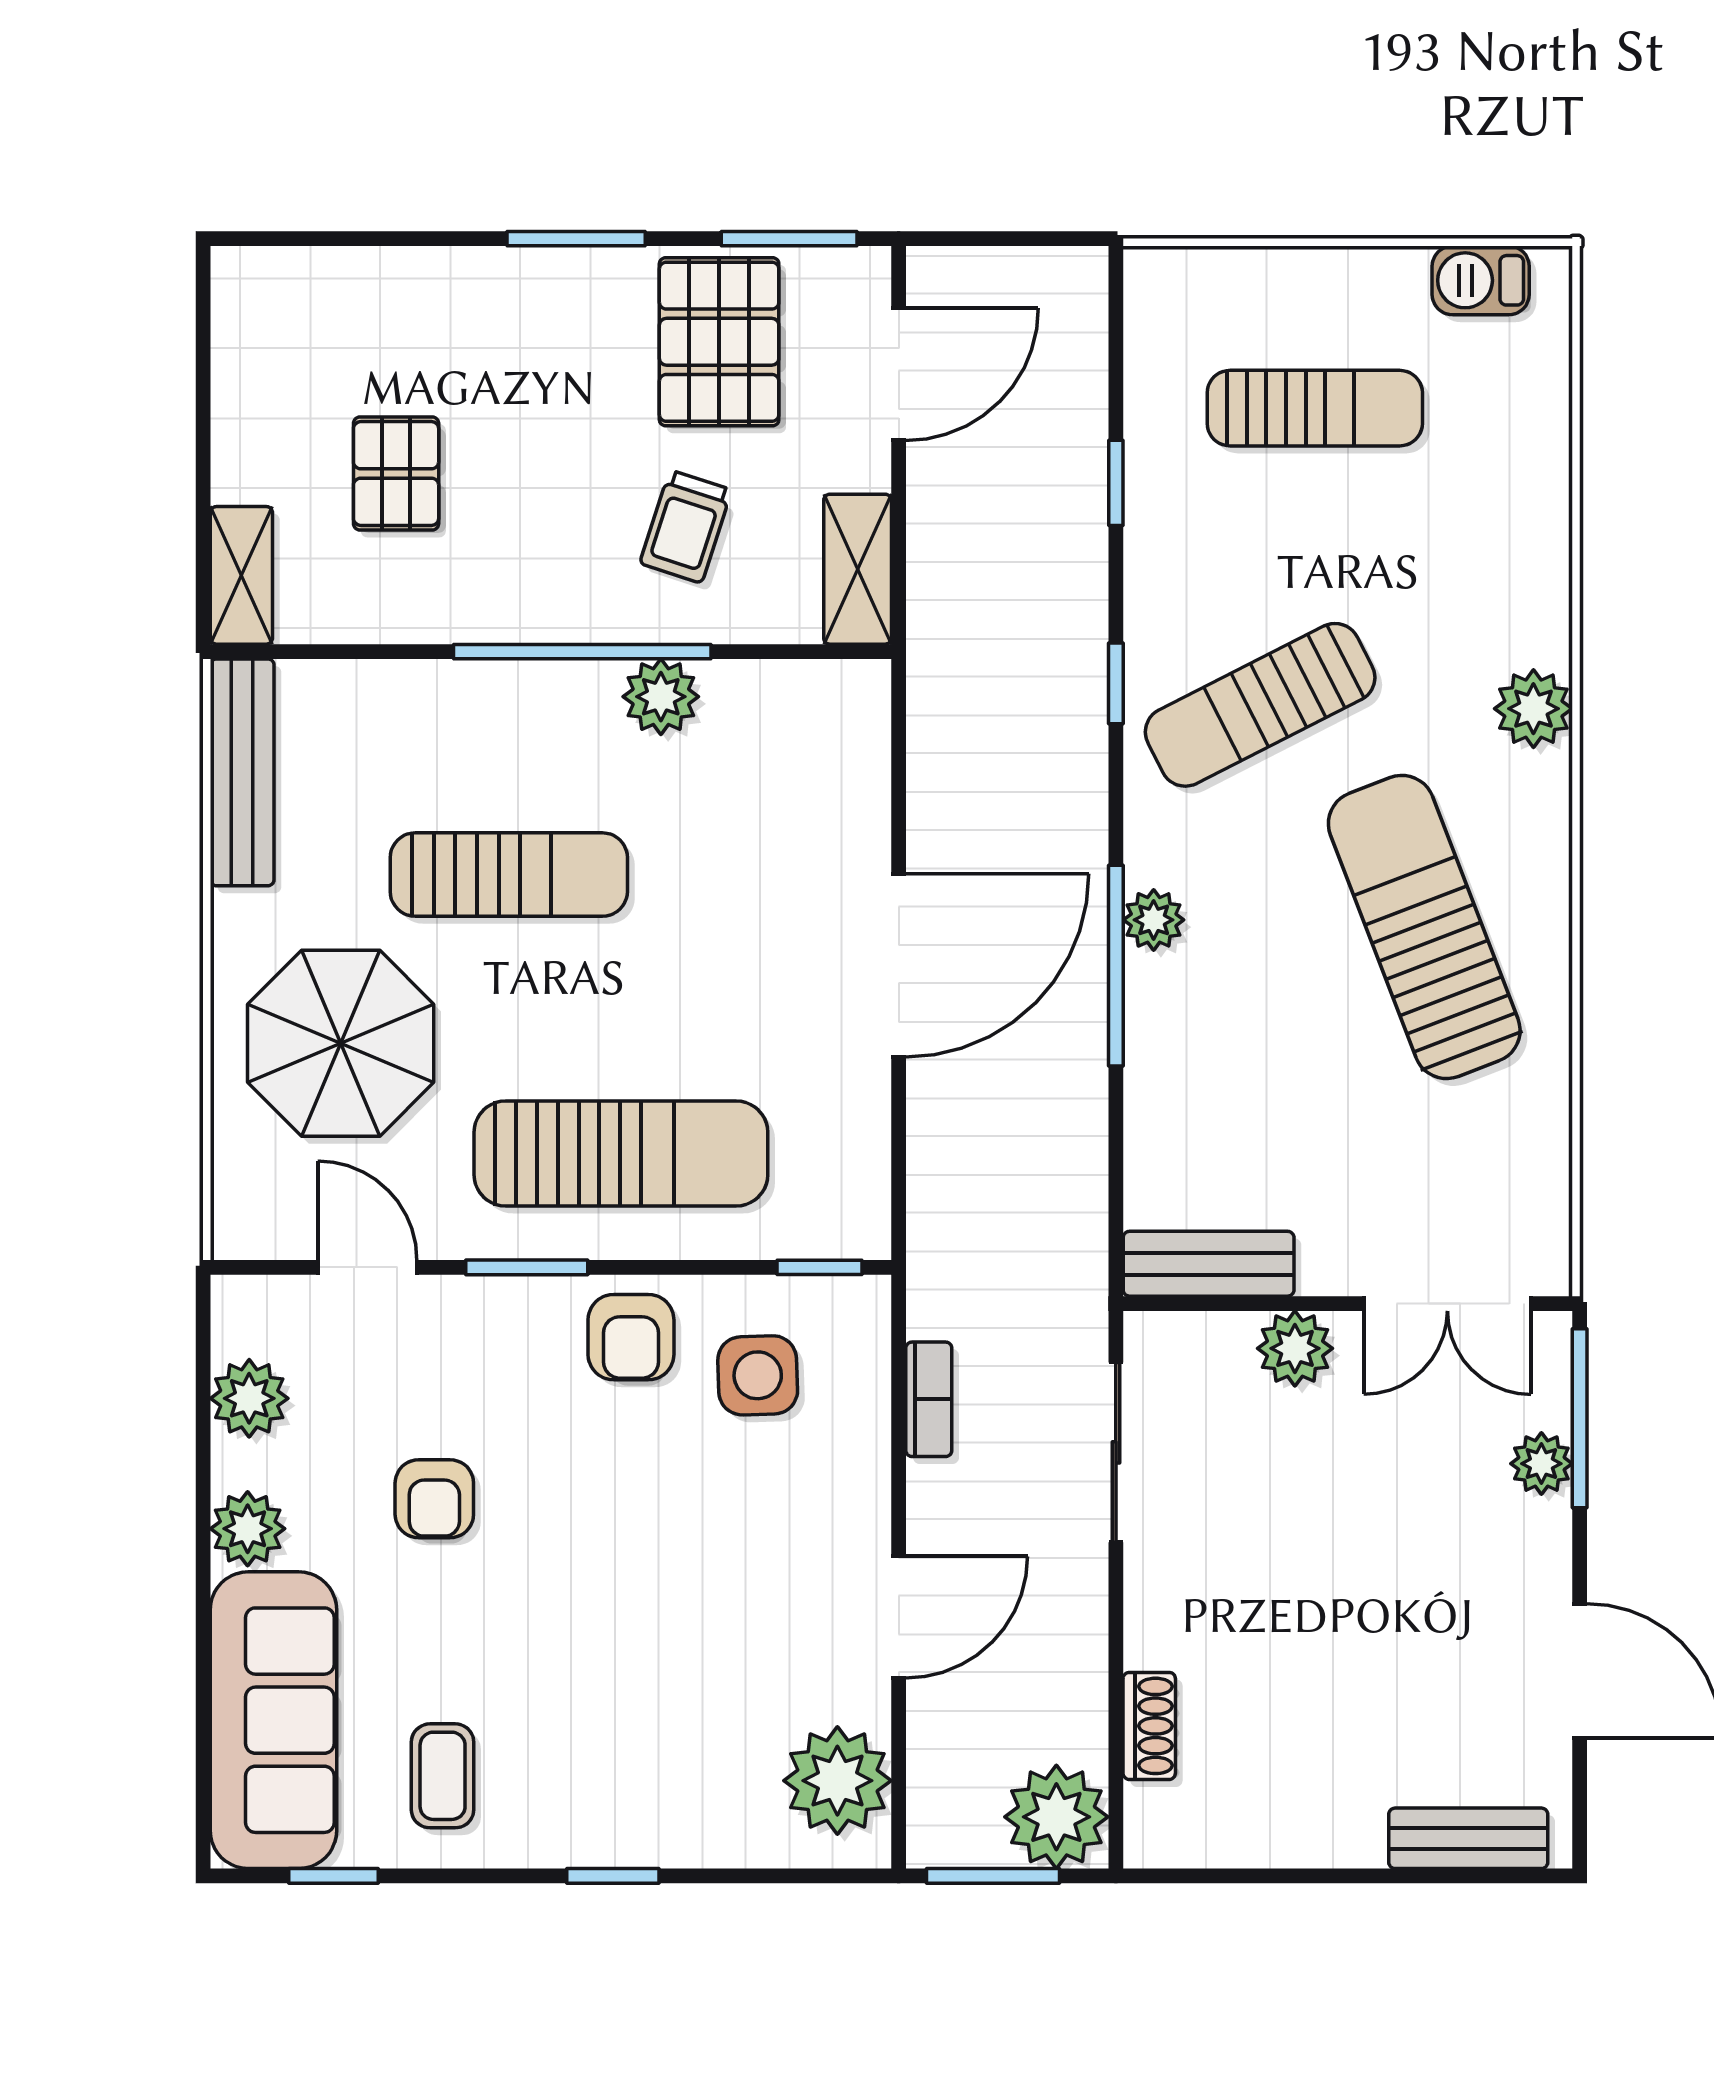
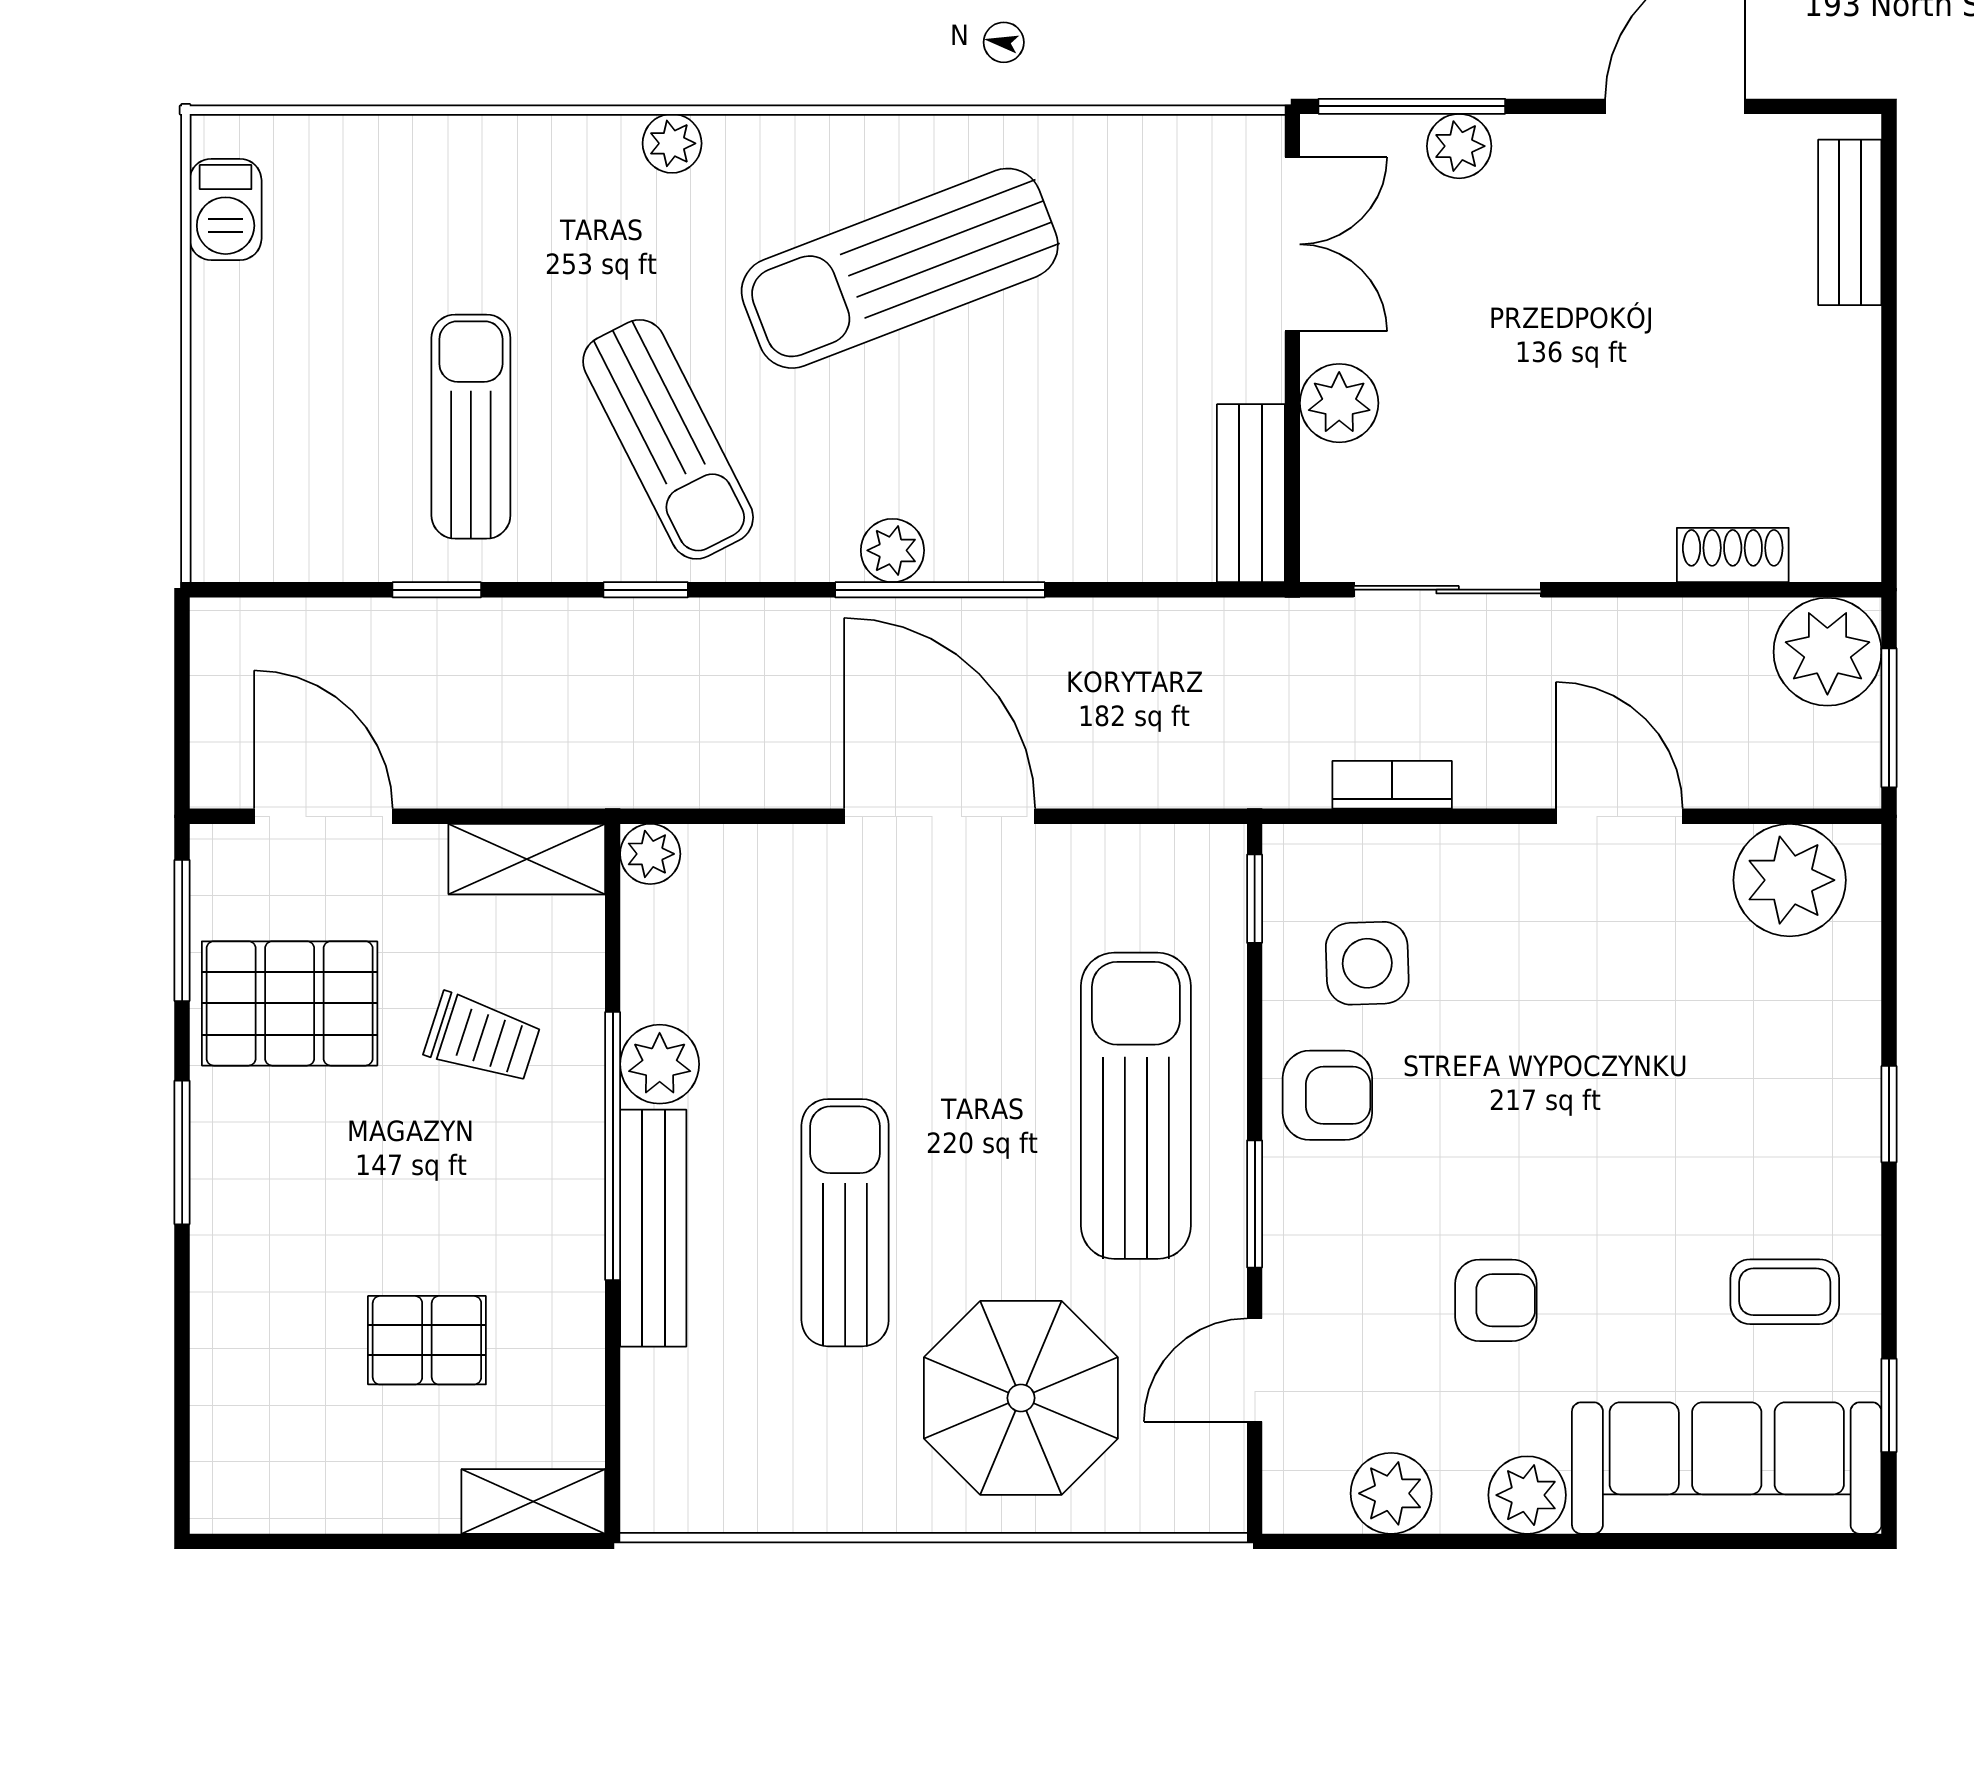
sun lounger: (1315, 408) -> (471, 427), moved
plant: (862, 688) -> (650, 854), added
plant: (1533, 709) -> (672, 143), width x0.73, depth x0.73
bench: (242, 772) -> (653, 1228), moved, turned 90

